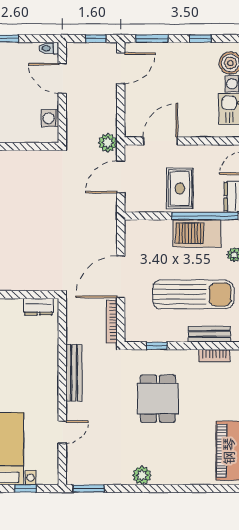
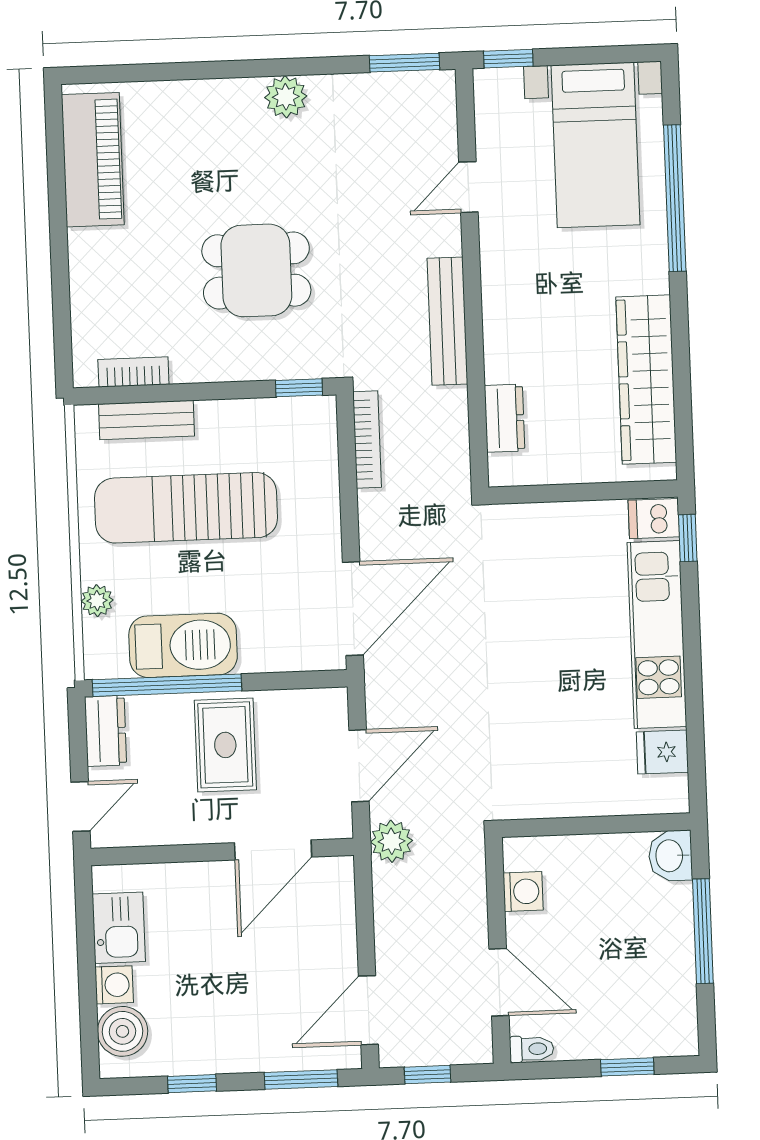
door: (121, 277) -> (353, 609), moved
dresser: (38, 307) -> (504, 418), moved, turned 90
window: (157, 346) -> (299, 388), moved
dining table: (158, 399) -> (256, 270), turned 90
window: (25, 488) -> (508, 59), moved

